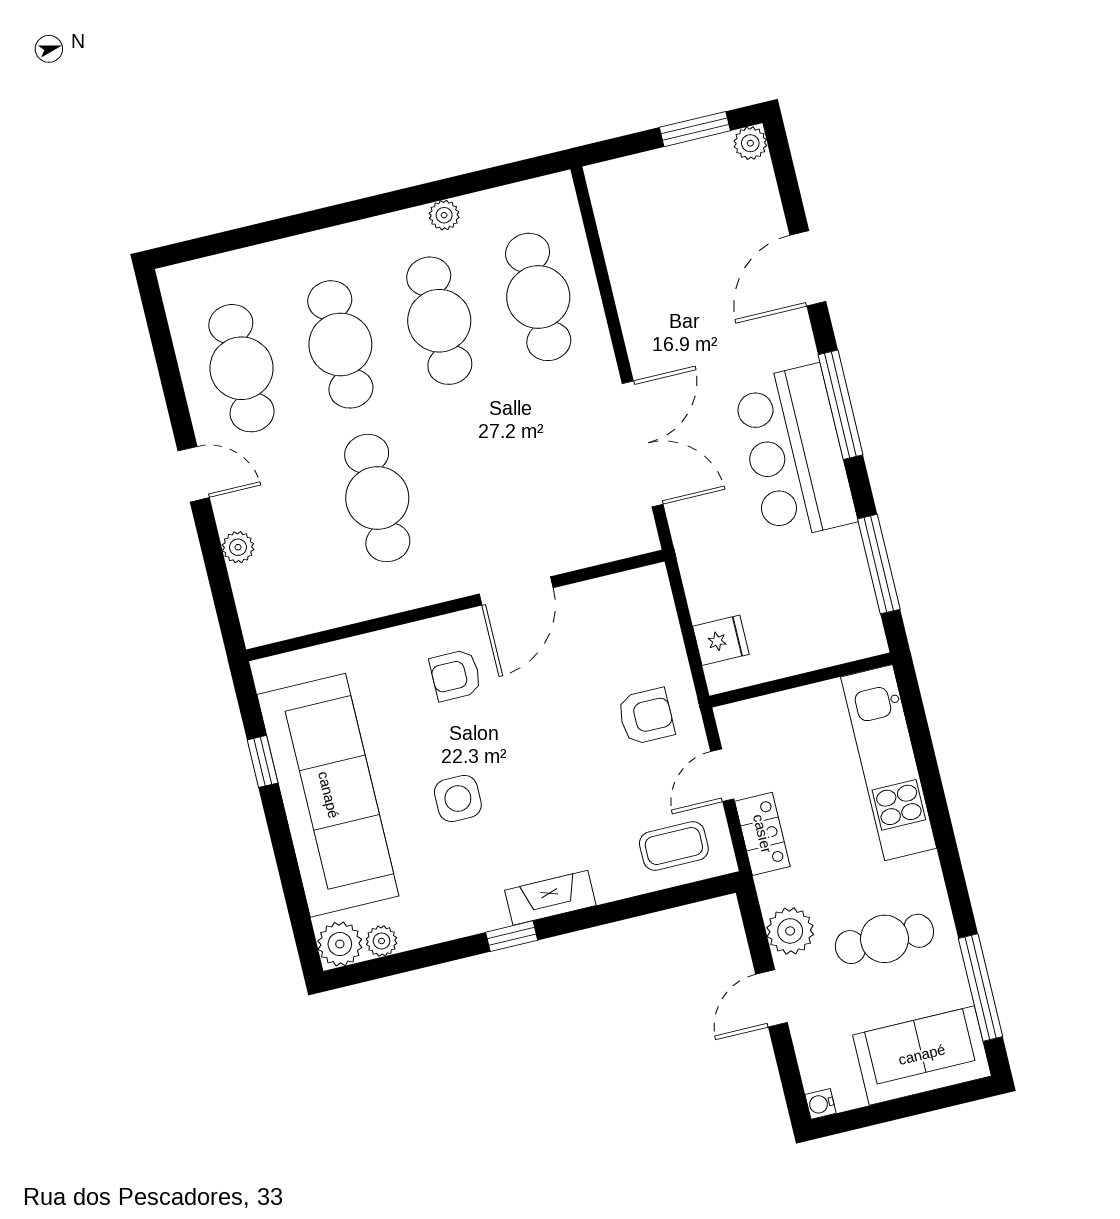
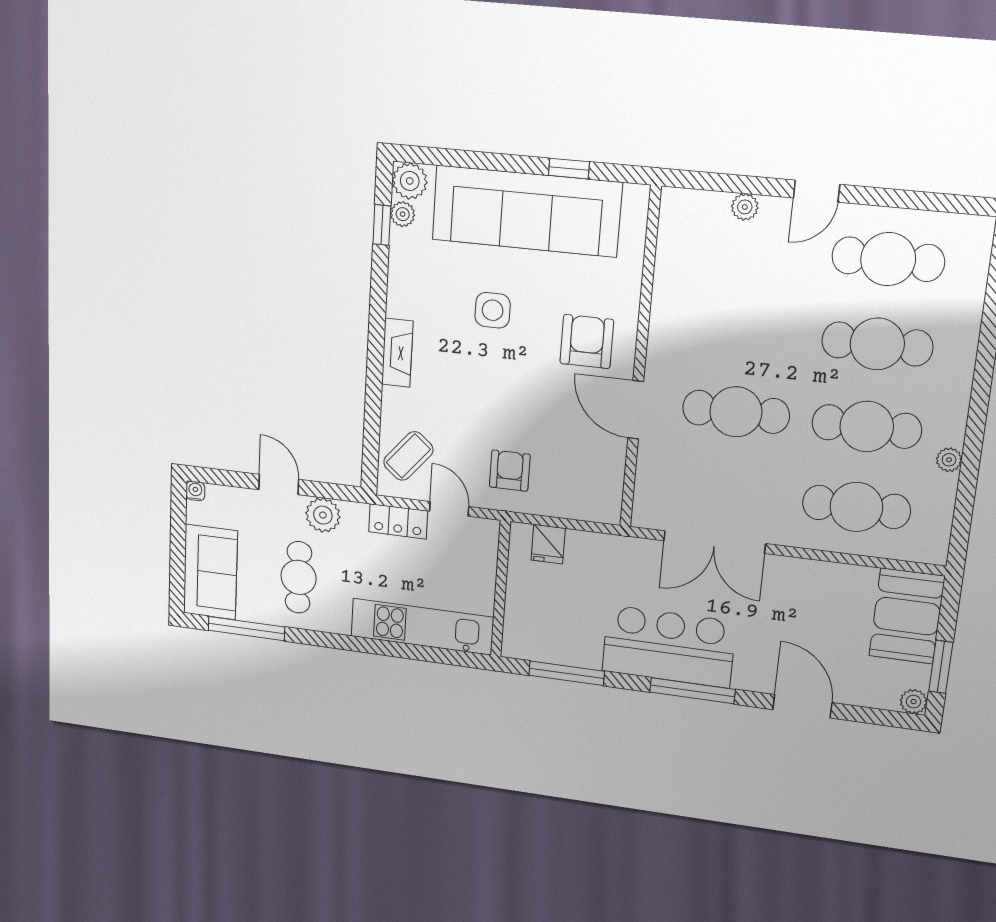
booth: (648, 191) -> (907, 616), added
cafe table: (377, 498) -> (736, 412), moved
armchair: (456, 675) -> (587, 342), width x1.38, depth x1.38
armchair: (646, 716) -> (510, 471), turned 180
coffee table: (674, 846) -> (408, 456), turned 40
window: (512, 936) -> (382, 225), moved

